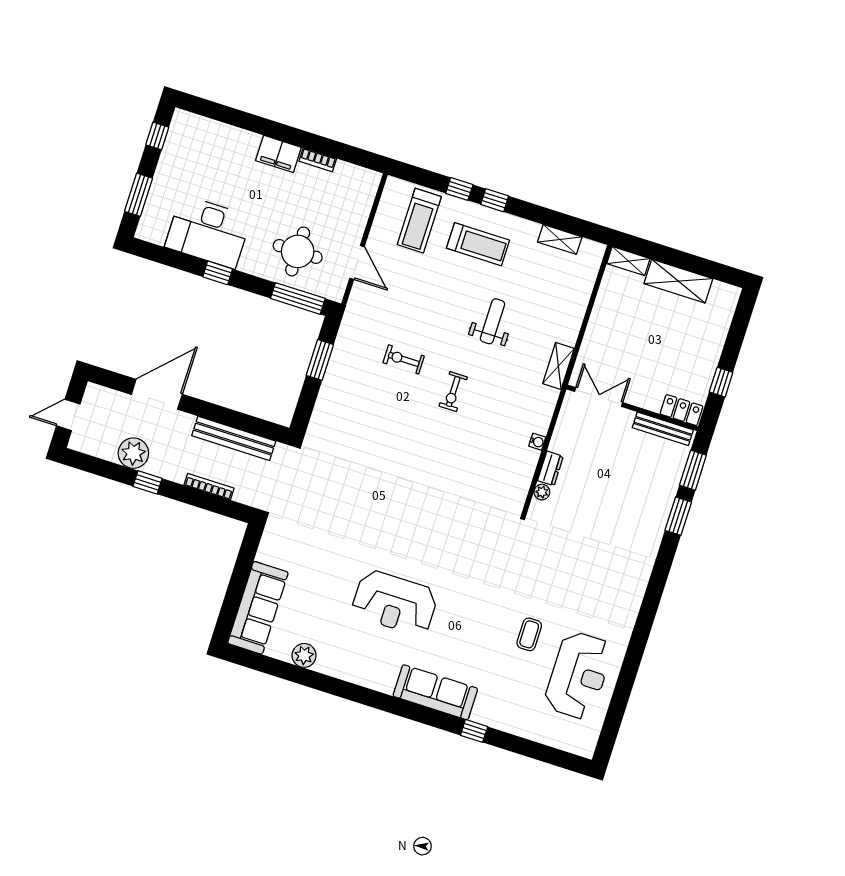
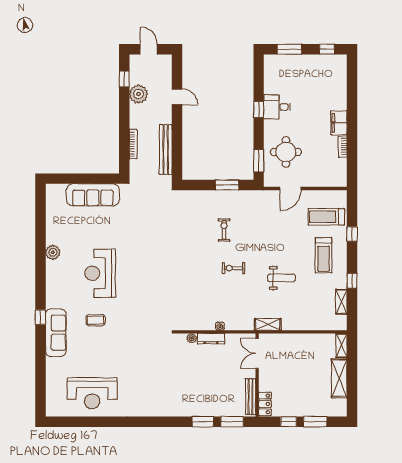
window: (495, 200) -> (352, 281), moved
desk: (208, 232) -> (277, 107), width x0.53, depth x0.77
window: (298, 298) -> (259, 161), width x0.69
window: (734, 340) -> (315, 422), added
exercise bike: (404, 359) -> (224, 230), moved
door: (157, 394) -> (177, 97), width x0.53
double door: (599, 397) -> (257, 353), swing flipped
dresser: (550, 468) -> (211, 339), width x1.44
window: (148, 482) -> (124, 79), moved
sofa: (258, 608) -> (93, 195), moved
coffee table: (529, 634) -> (95, 320), moved
plant: (304, 655) -> (53, 252), moved
sofa: (435, 692) -> (56, 333), moved
window: (474, 731) -> (40, 317), moved

